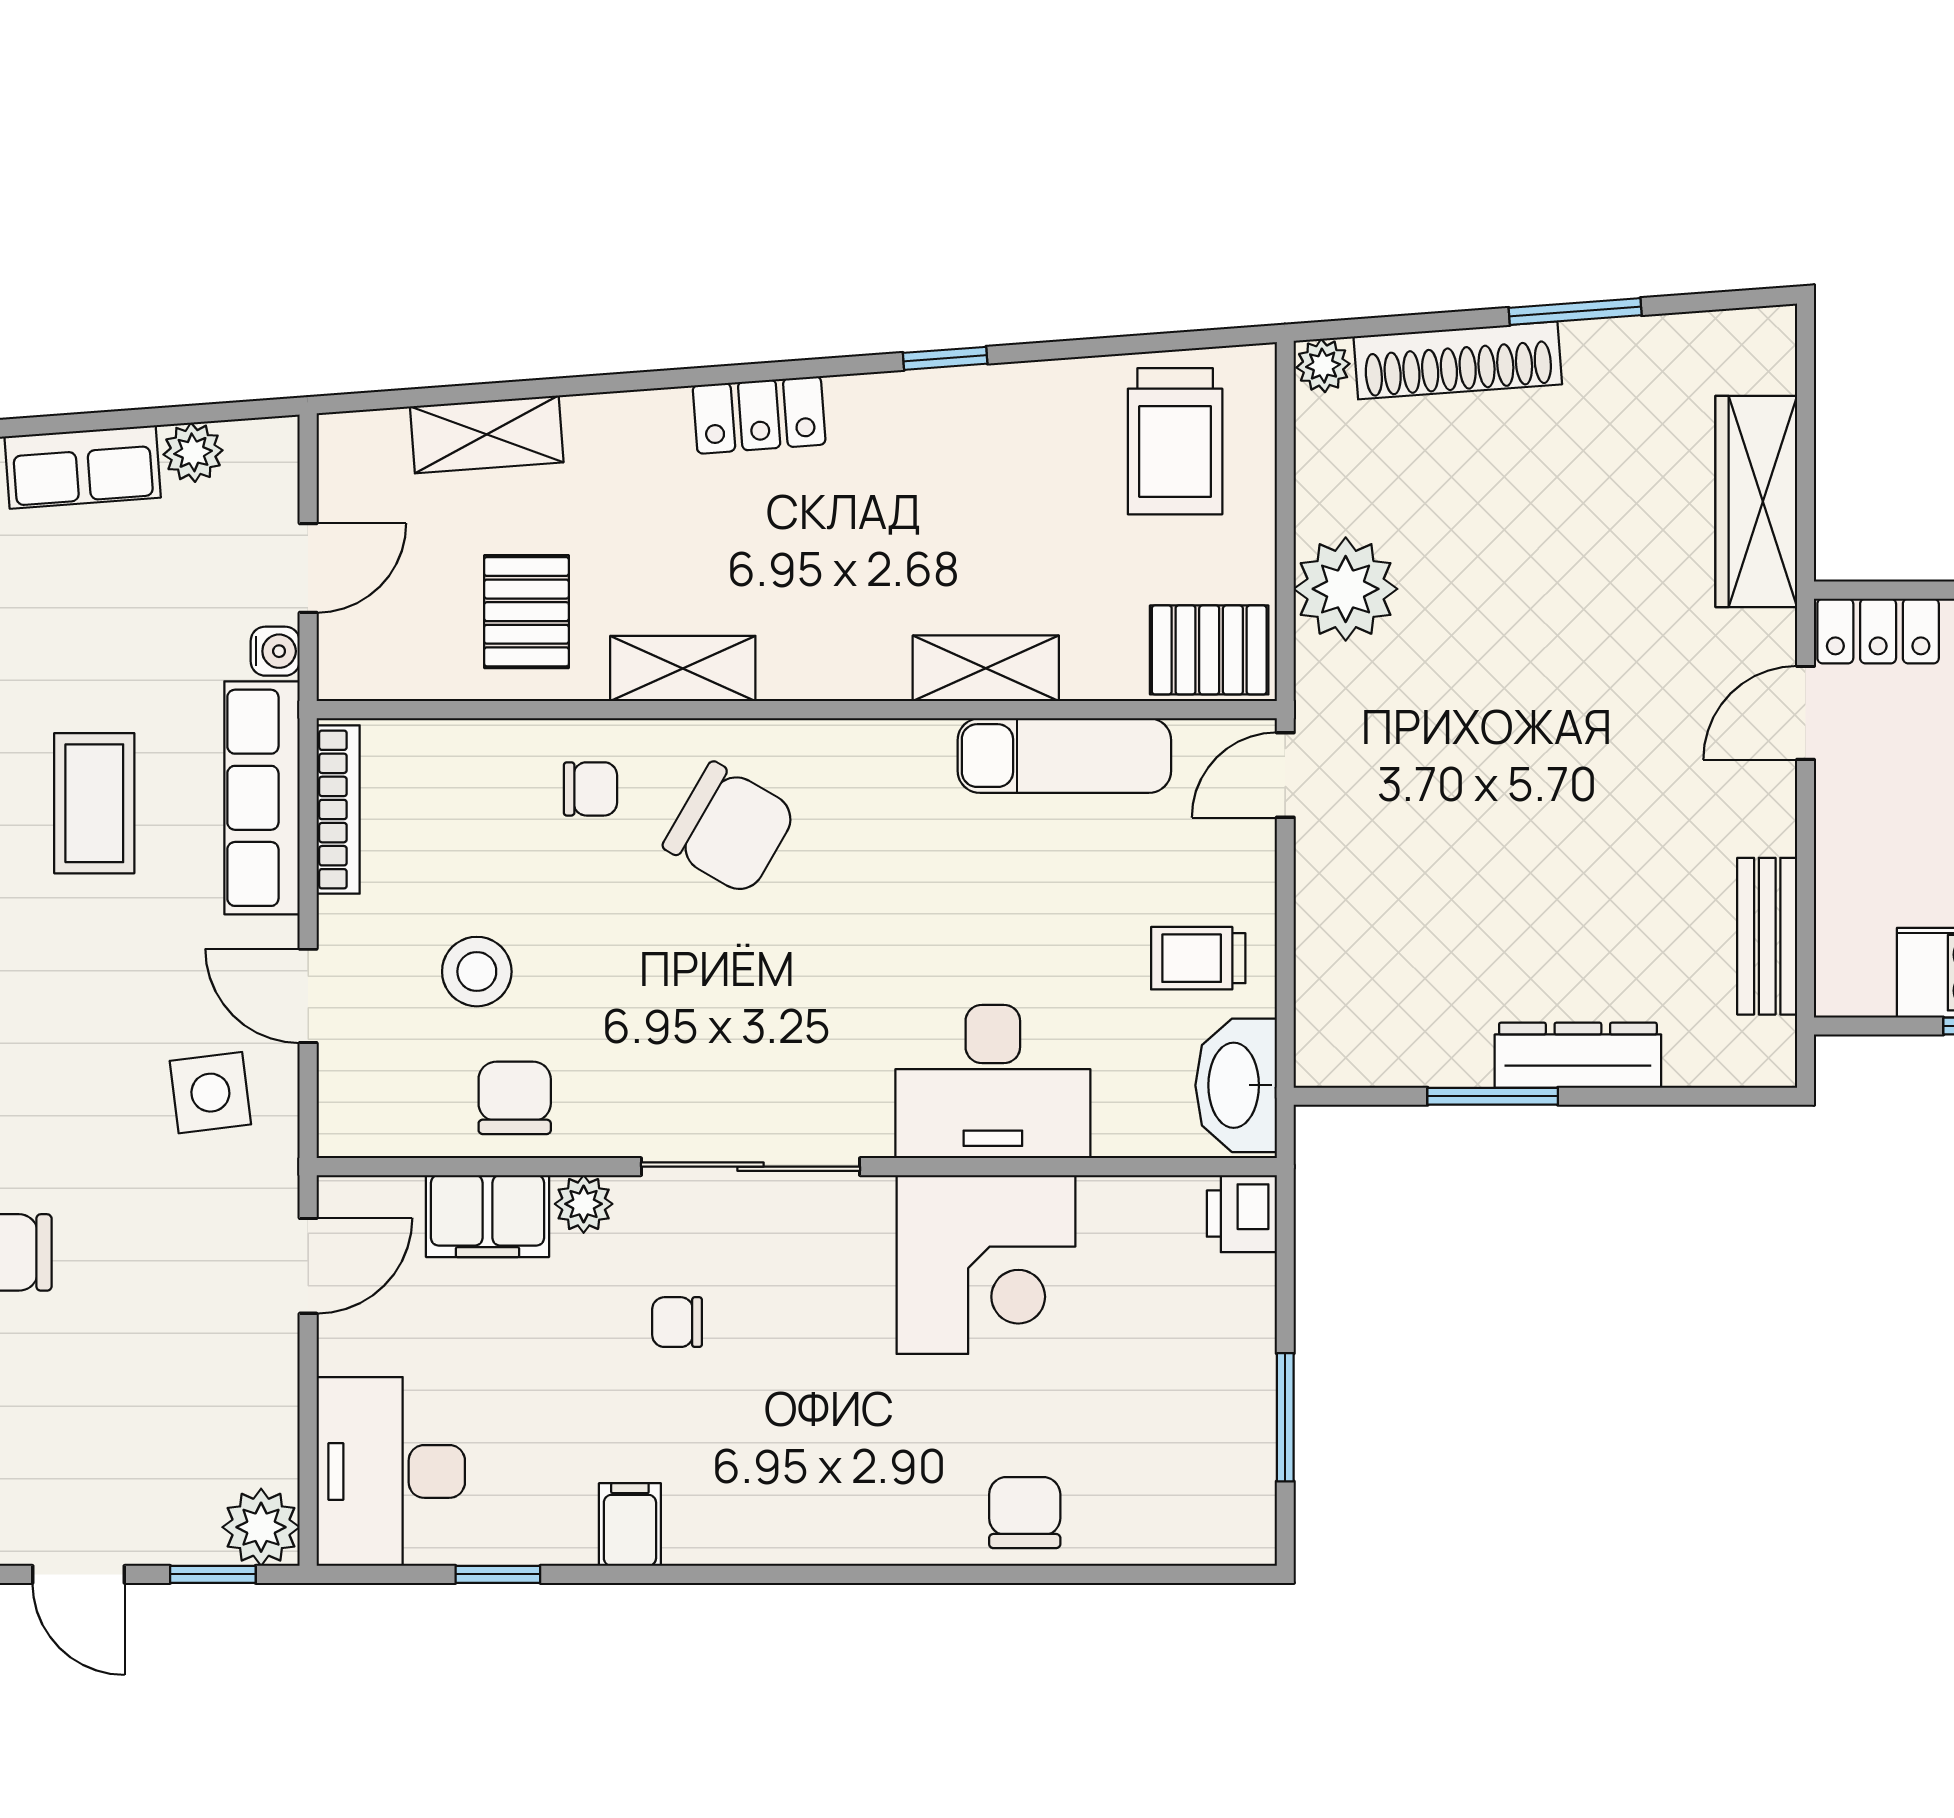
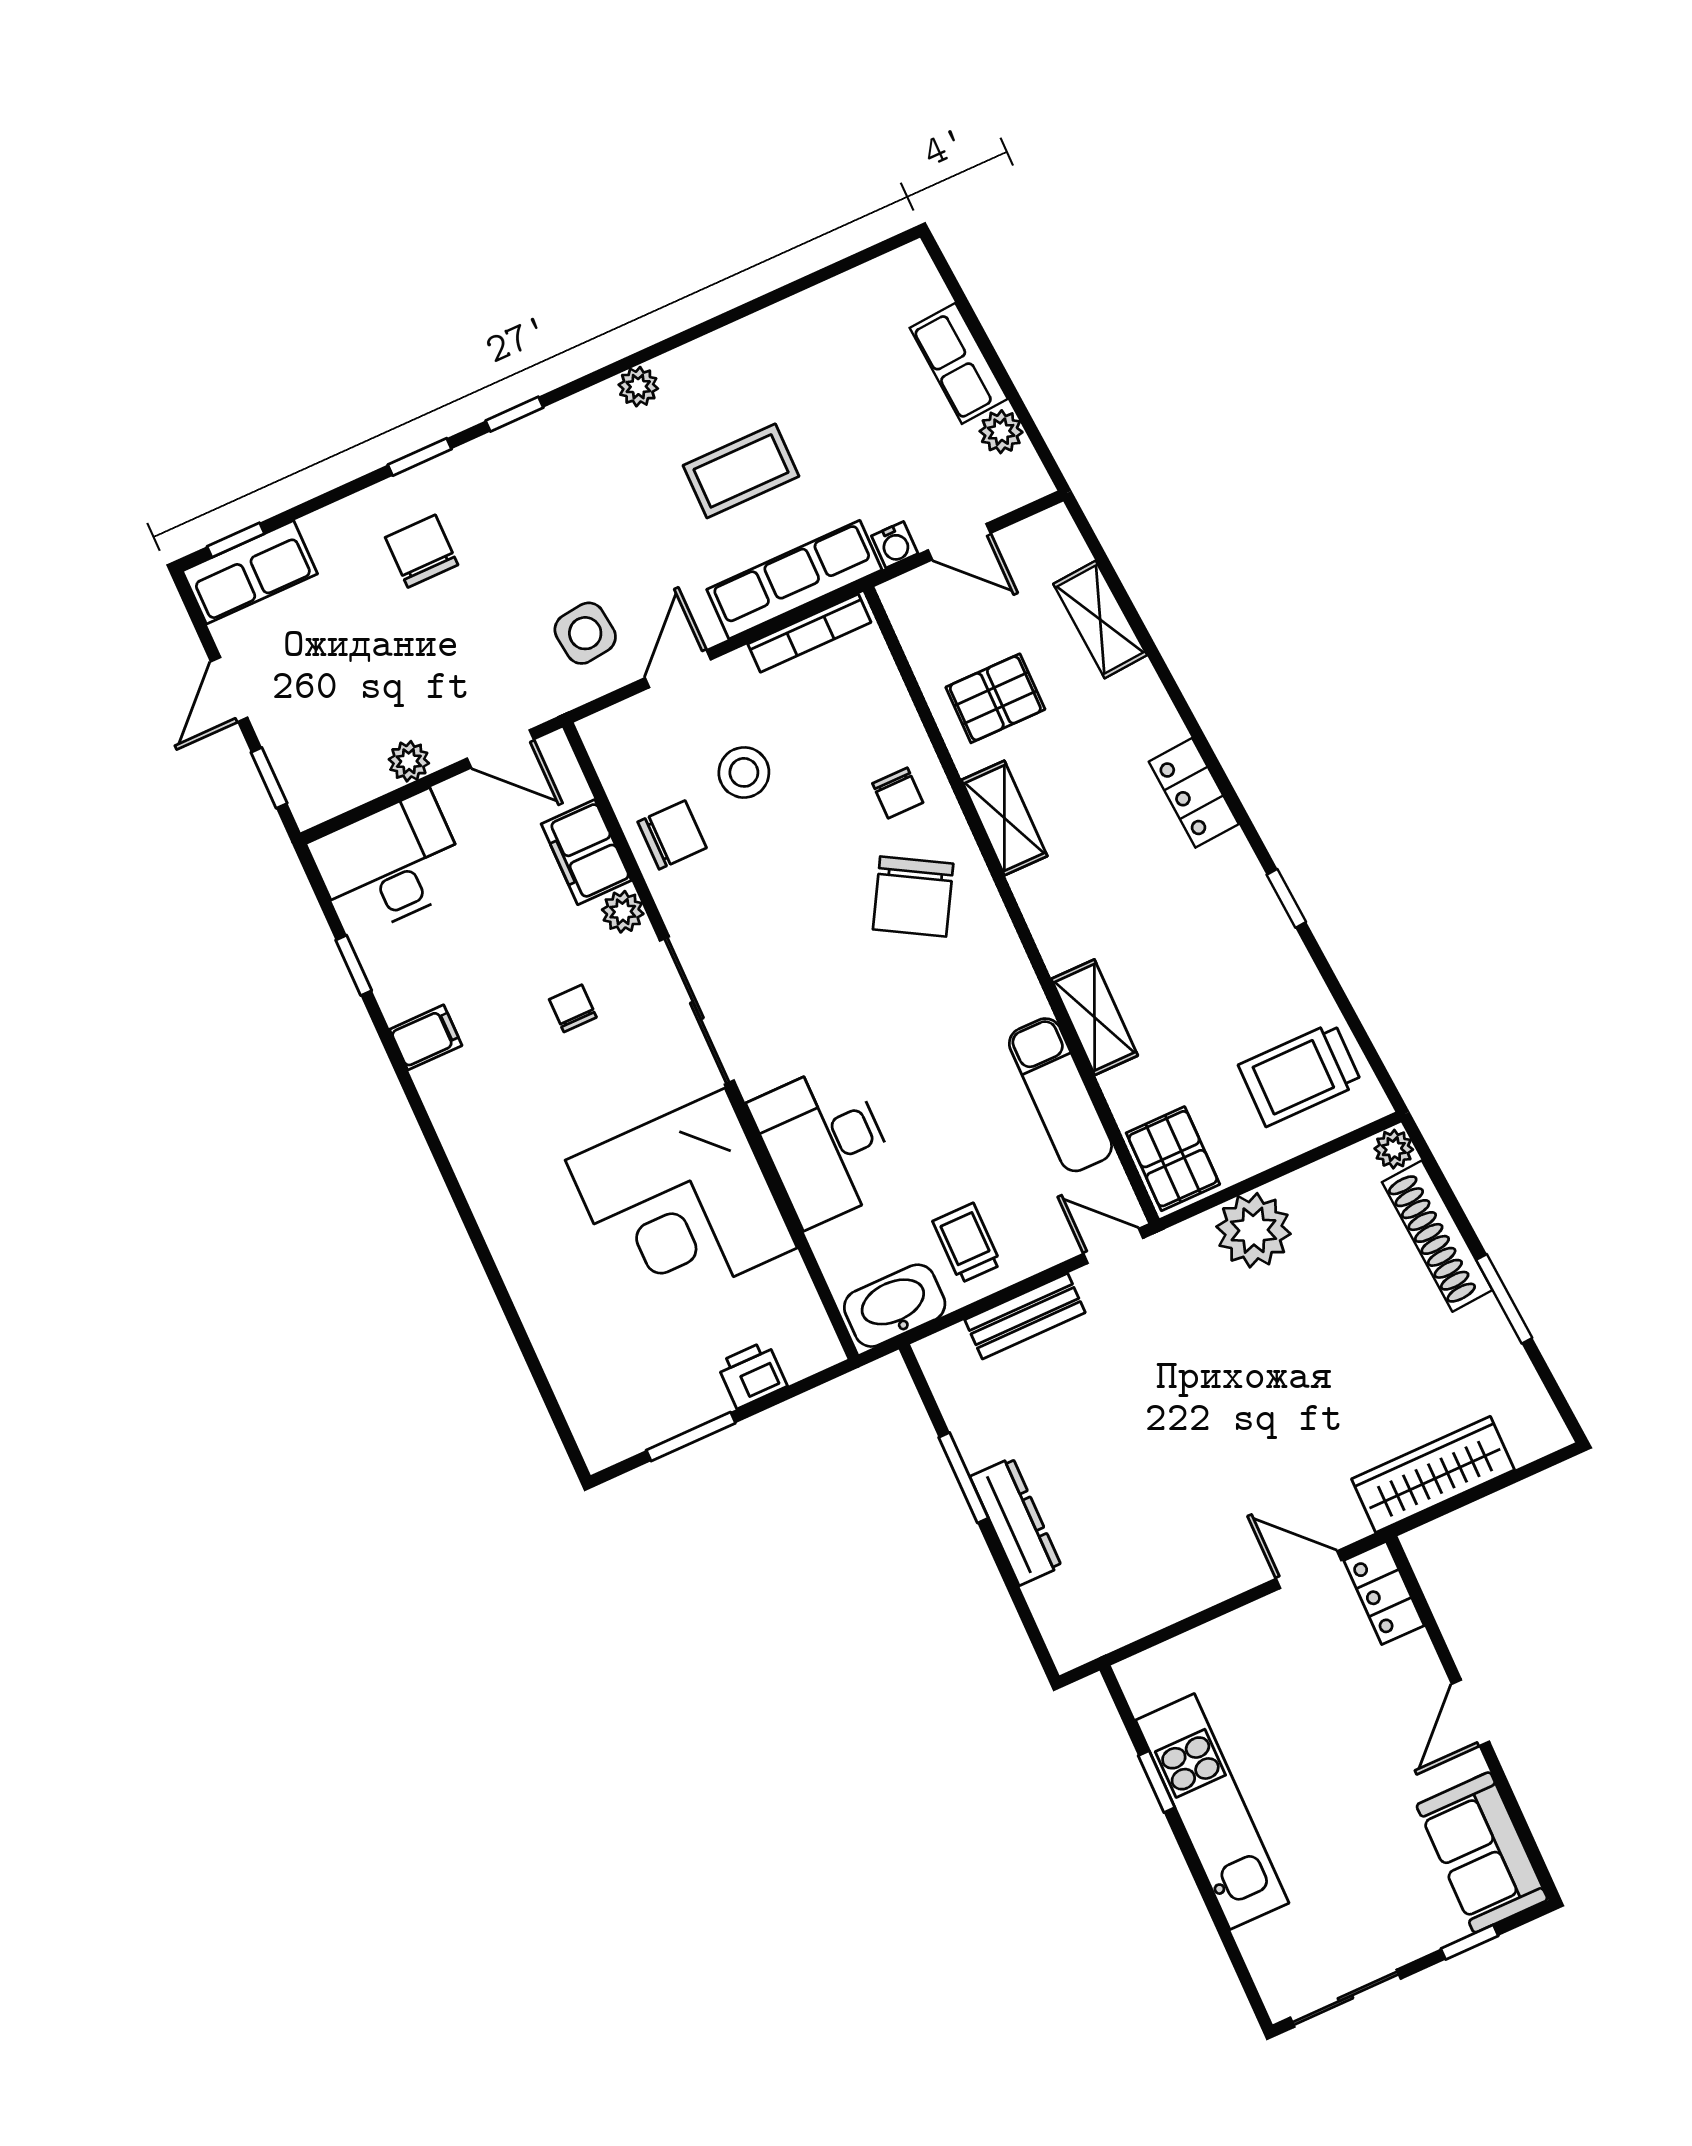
bench: (1767, 936) -> (1025, 1316), moved
printer: (1242, 1214) -> (752, 1375), moved
corner desk: (986, 1264) -> (681, 1204), width x1.36, depth x1.36
chair: (1025, 1513) -> (551, 1294), removed
plant: (261, 1527) -> (409, 761), moved, width x0.73, depth x0.73

